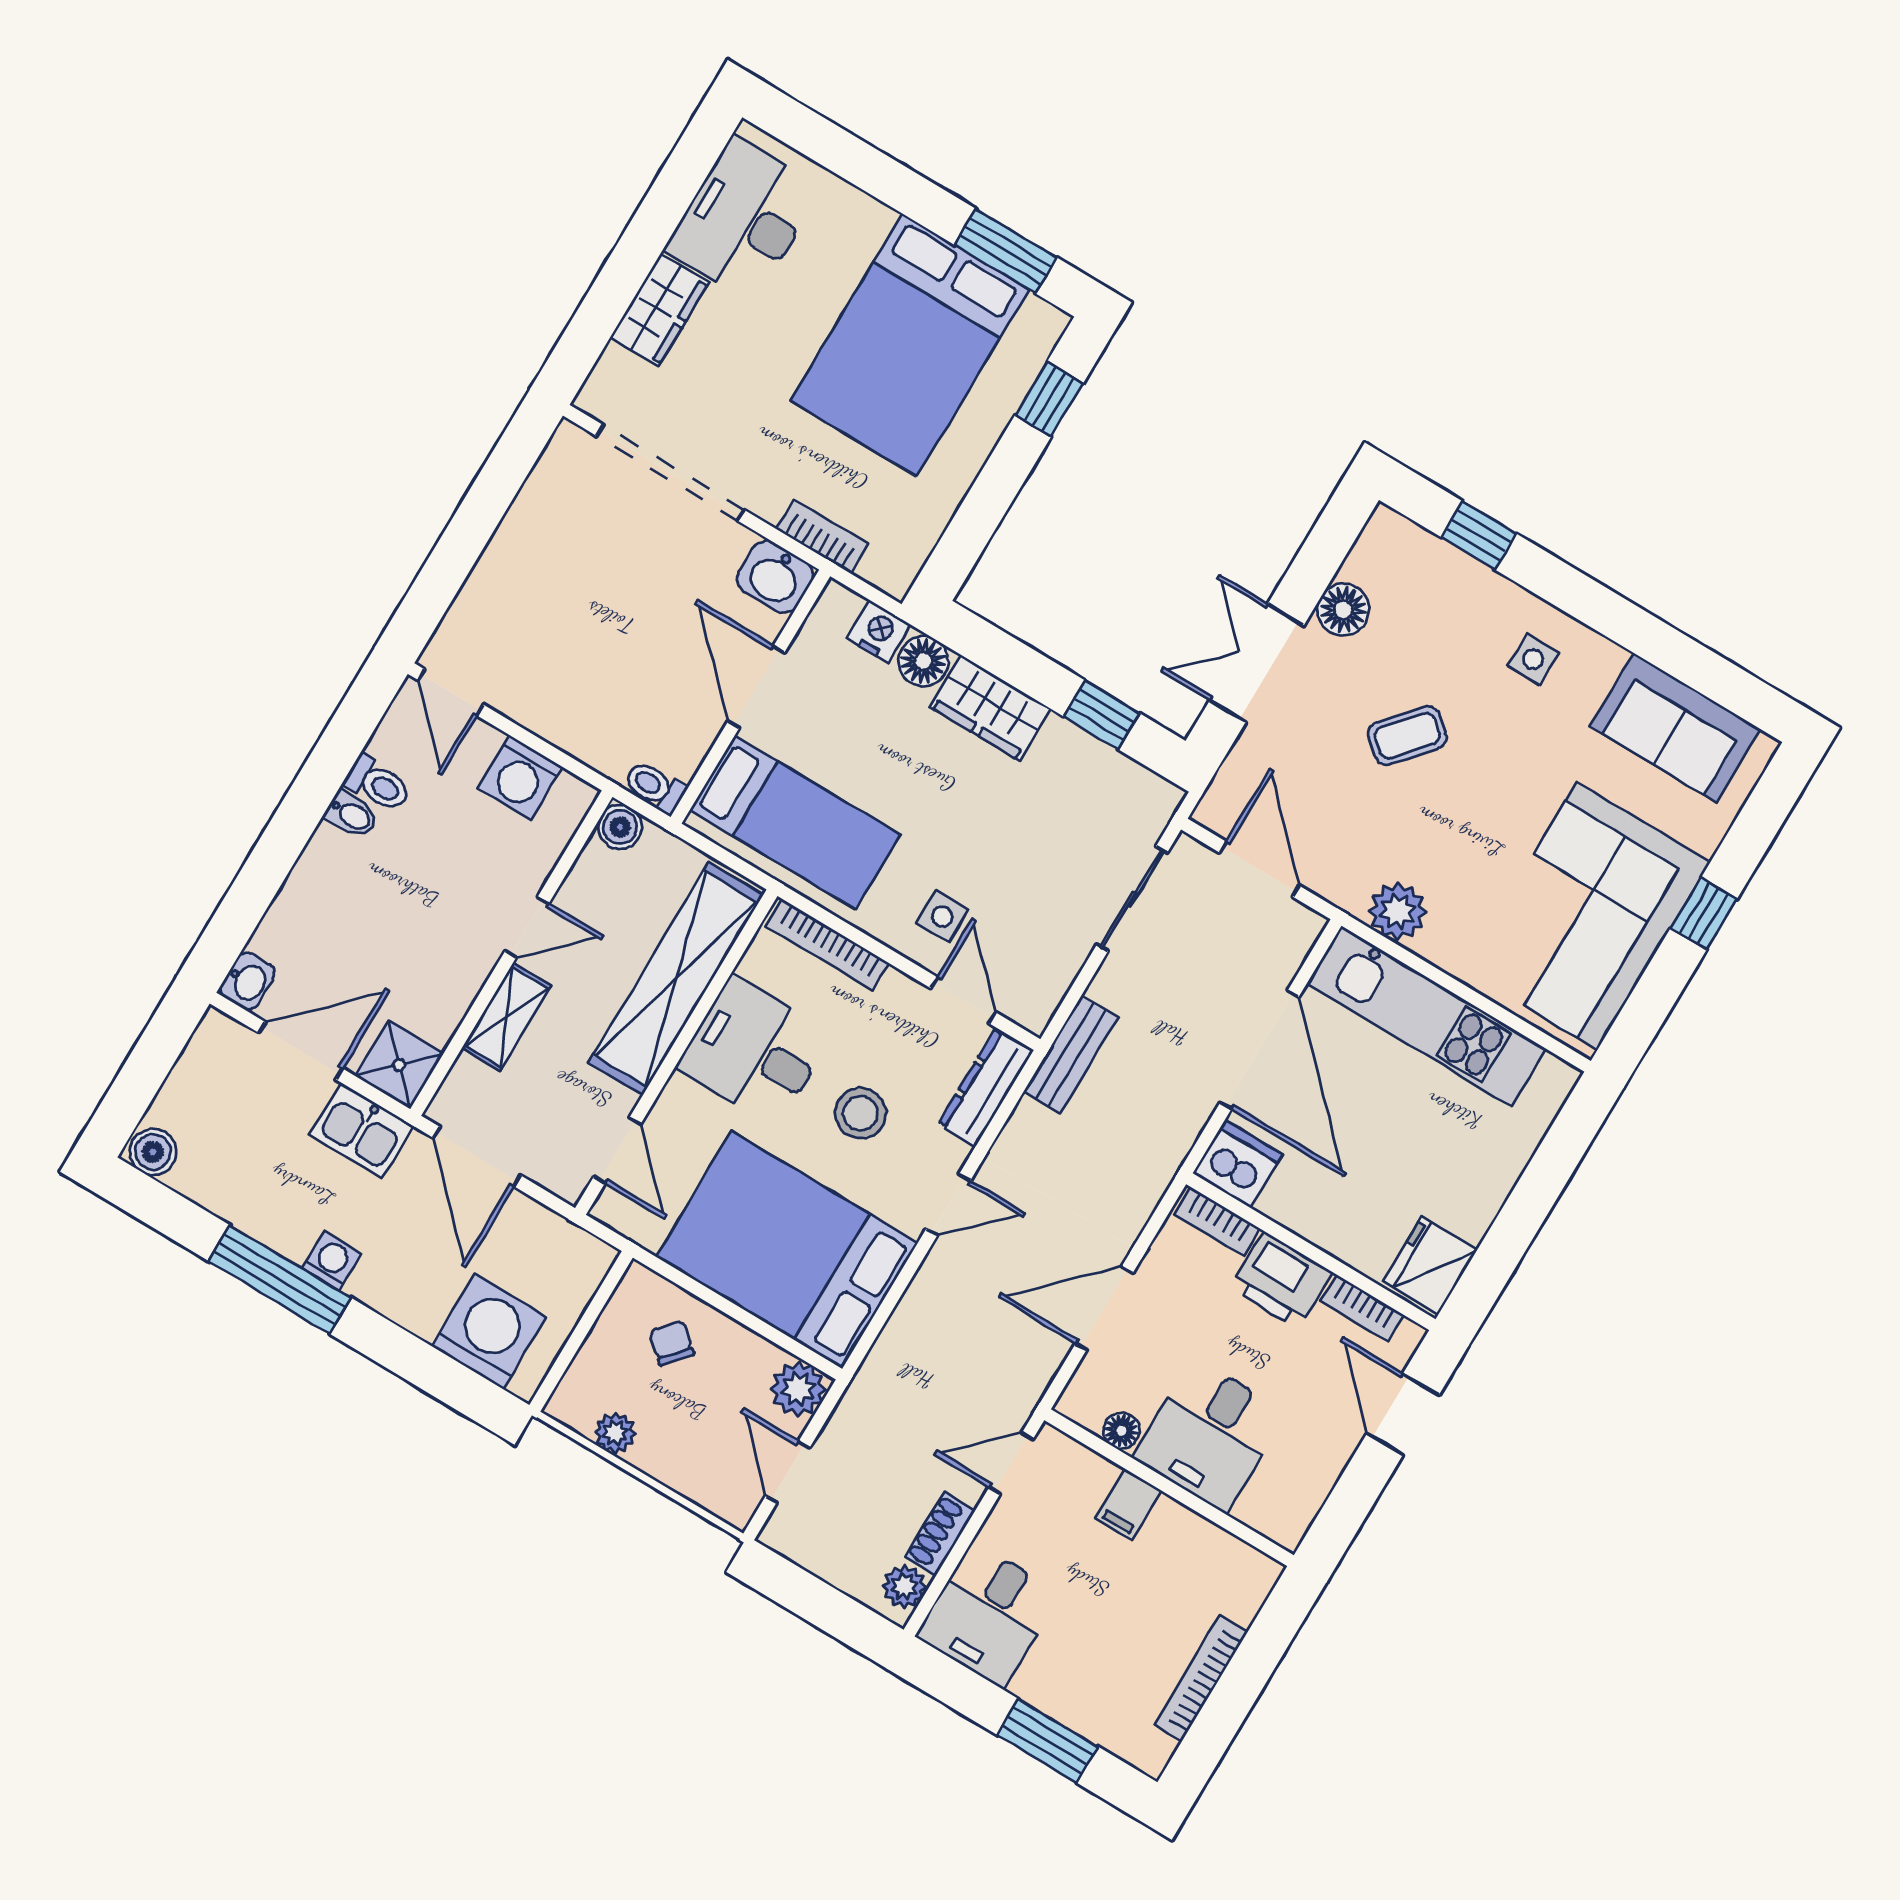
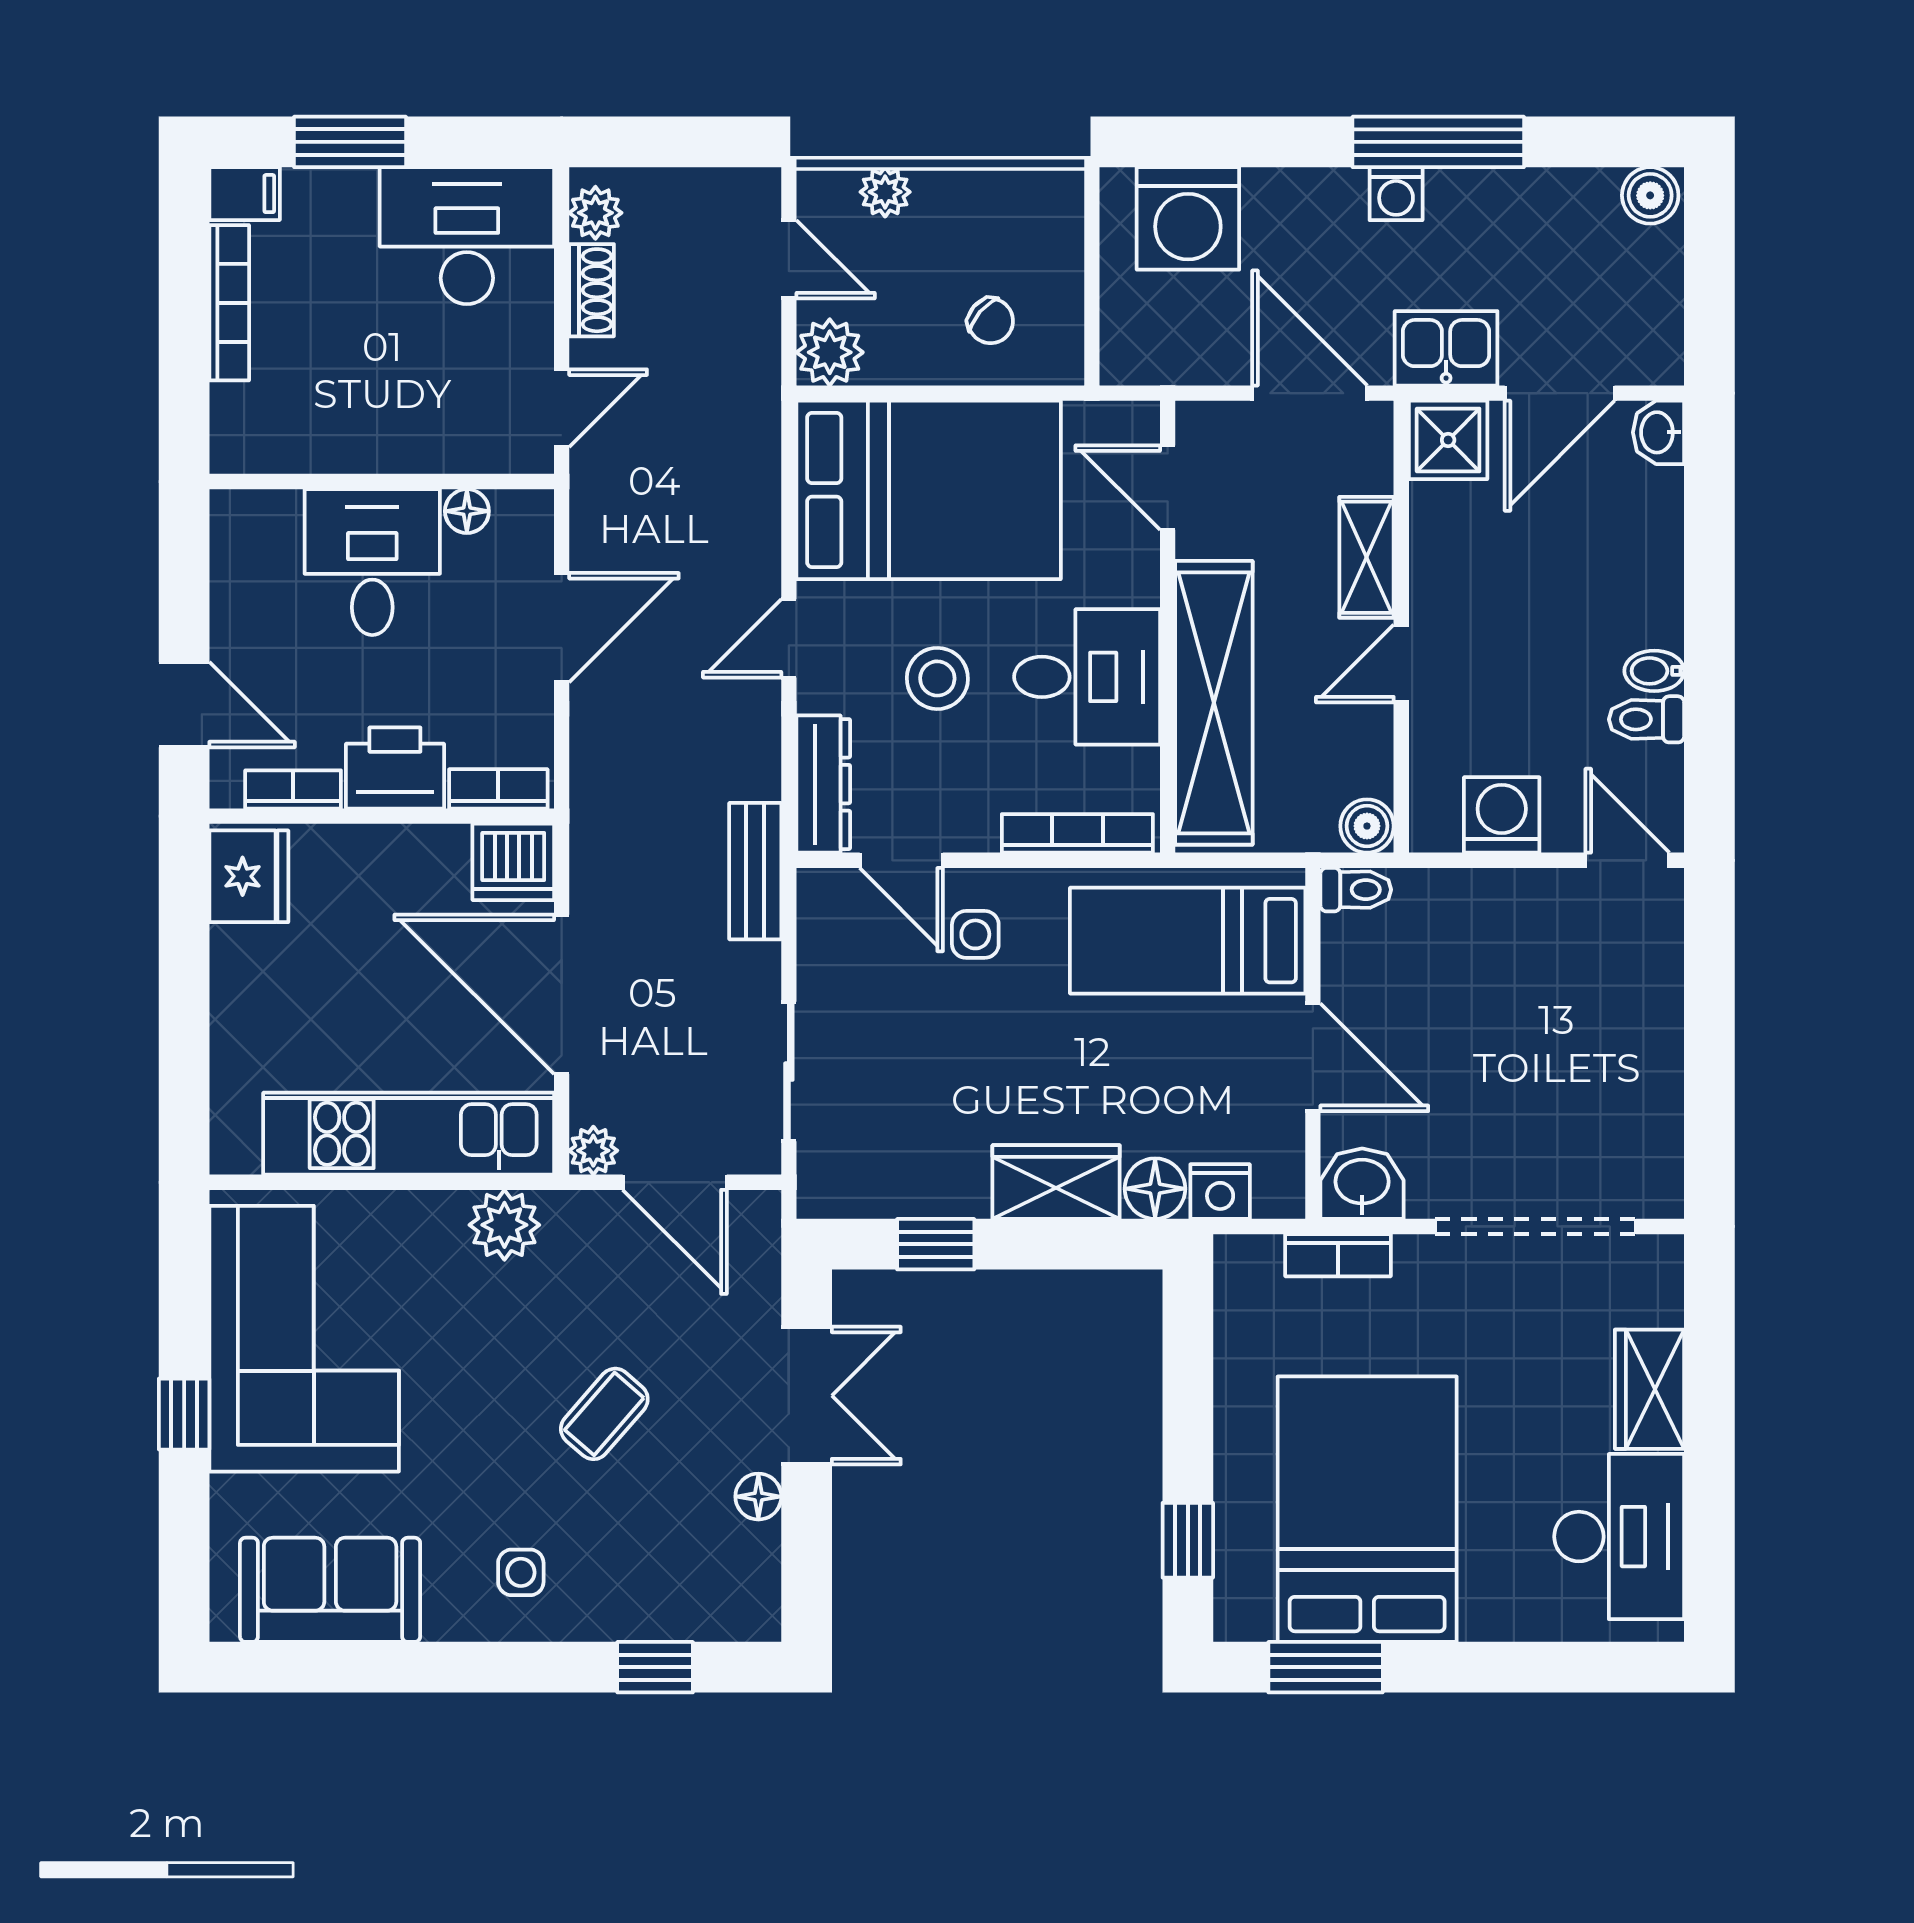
floor lamp: (1343, 610) -> (758, 1497), width x0.73, depth x0.73
plant: (1303, 926) -> (593, 1151), added
plant: (615, 1433) -> (885, 192), moved
filing cabinet: (1129, 1505) -> (245, 194), moved, turned 90
desk: (988, 1615) -> (467, 236), width x1.37

